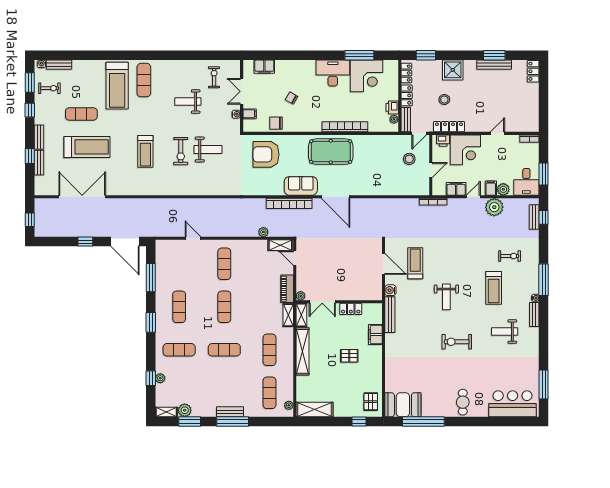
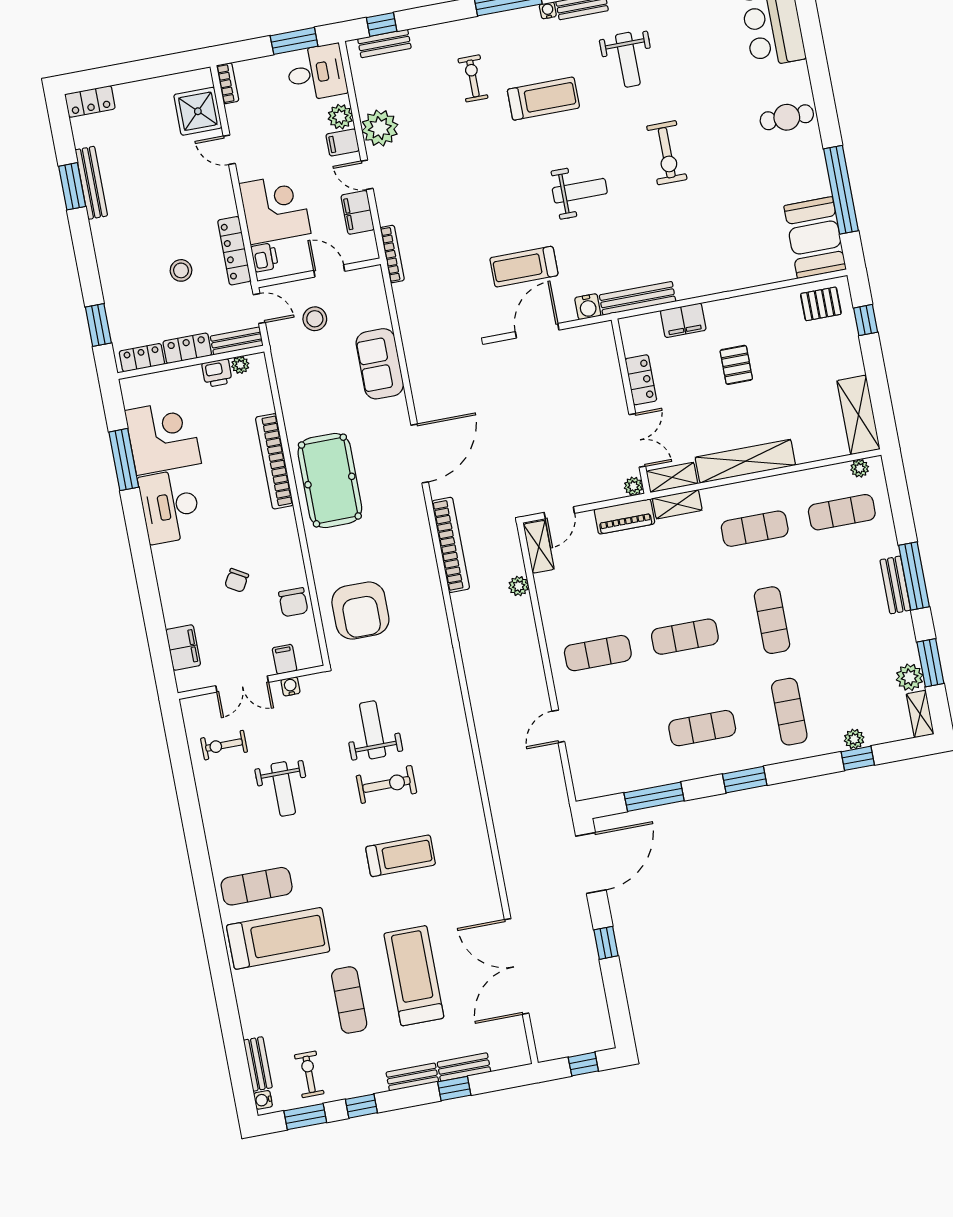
shower: (453, 70) -> (198, 111), moved
sofa: (301, 186) -> (380, 364), moved

